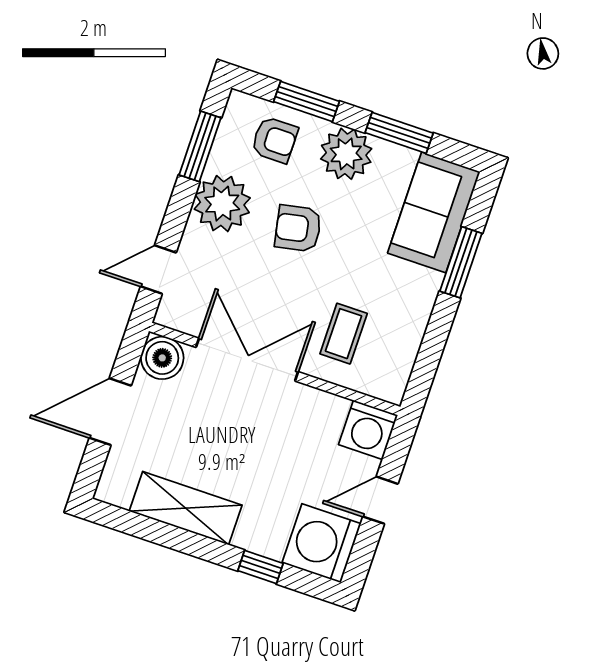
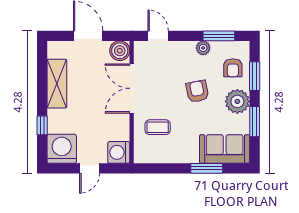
plant: (222, 204) -> (203, 48), width x0.53, depth x0.53
double door: (247, 360) -> (132, 88), swing flipped
door: (380, 500) -> (90, 168), swing flipped

